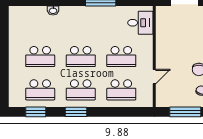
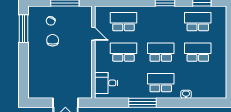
door: (154, 77) -> (93, 34), swing flipped
school desk: (81, 90) -> (161, 83), moved

